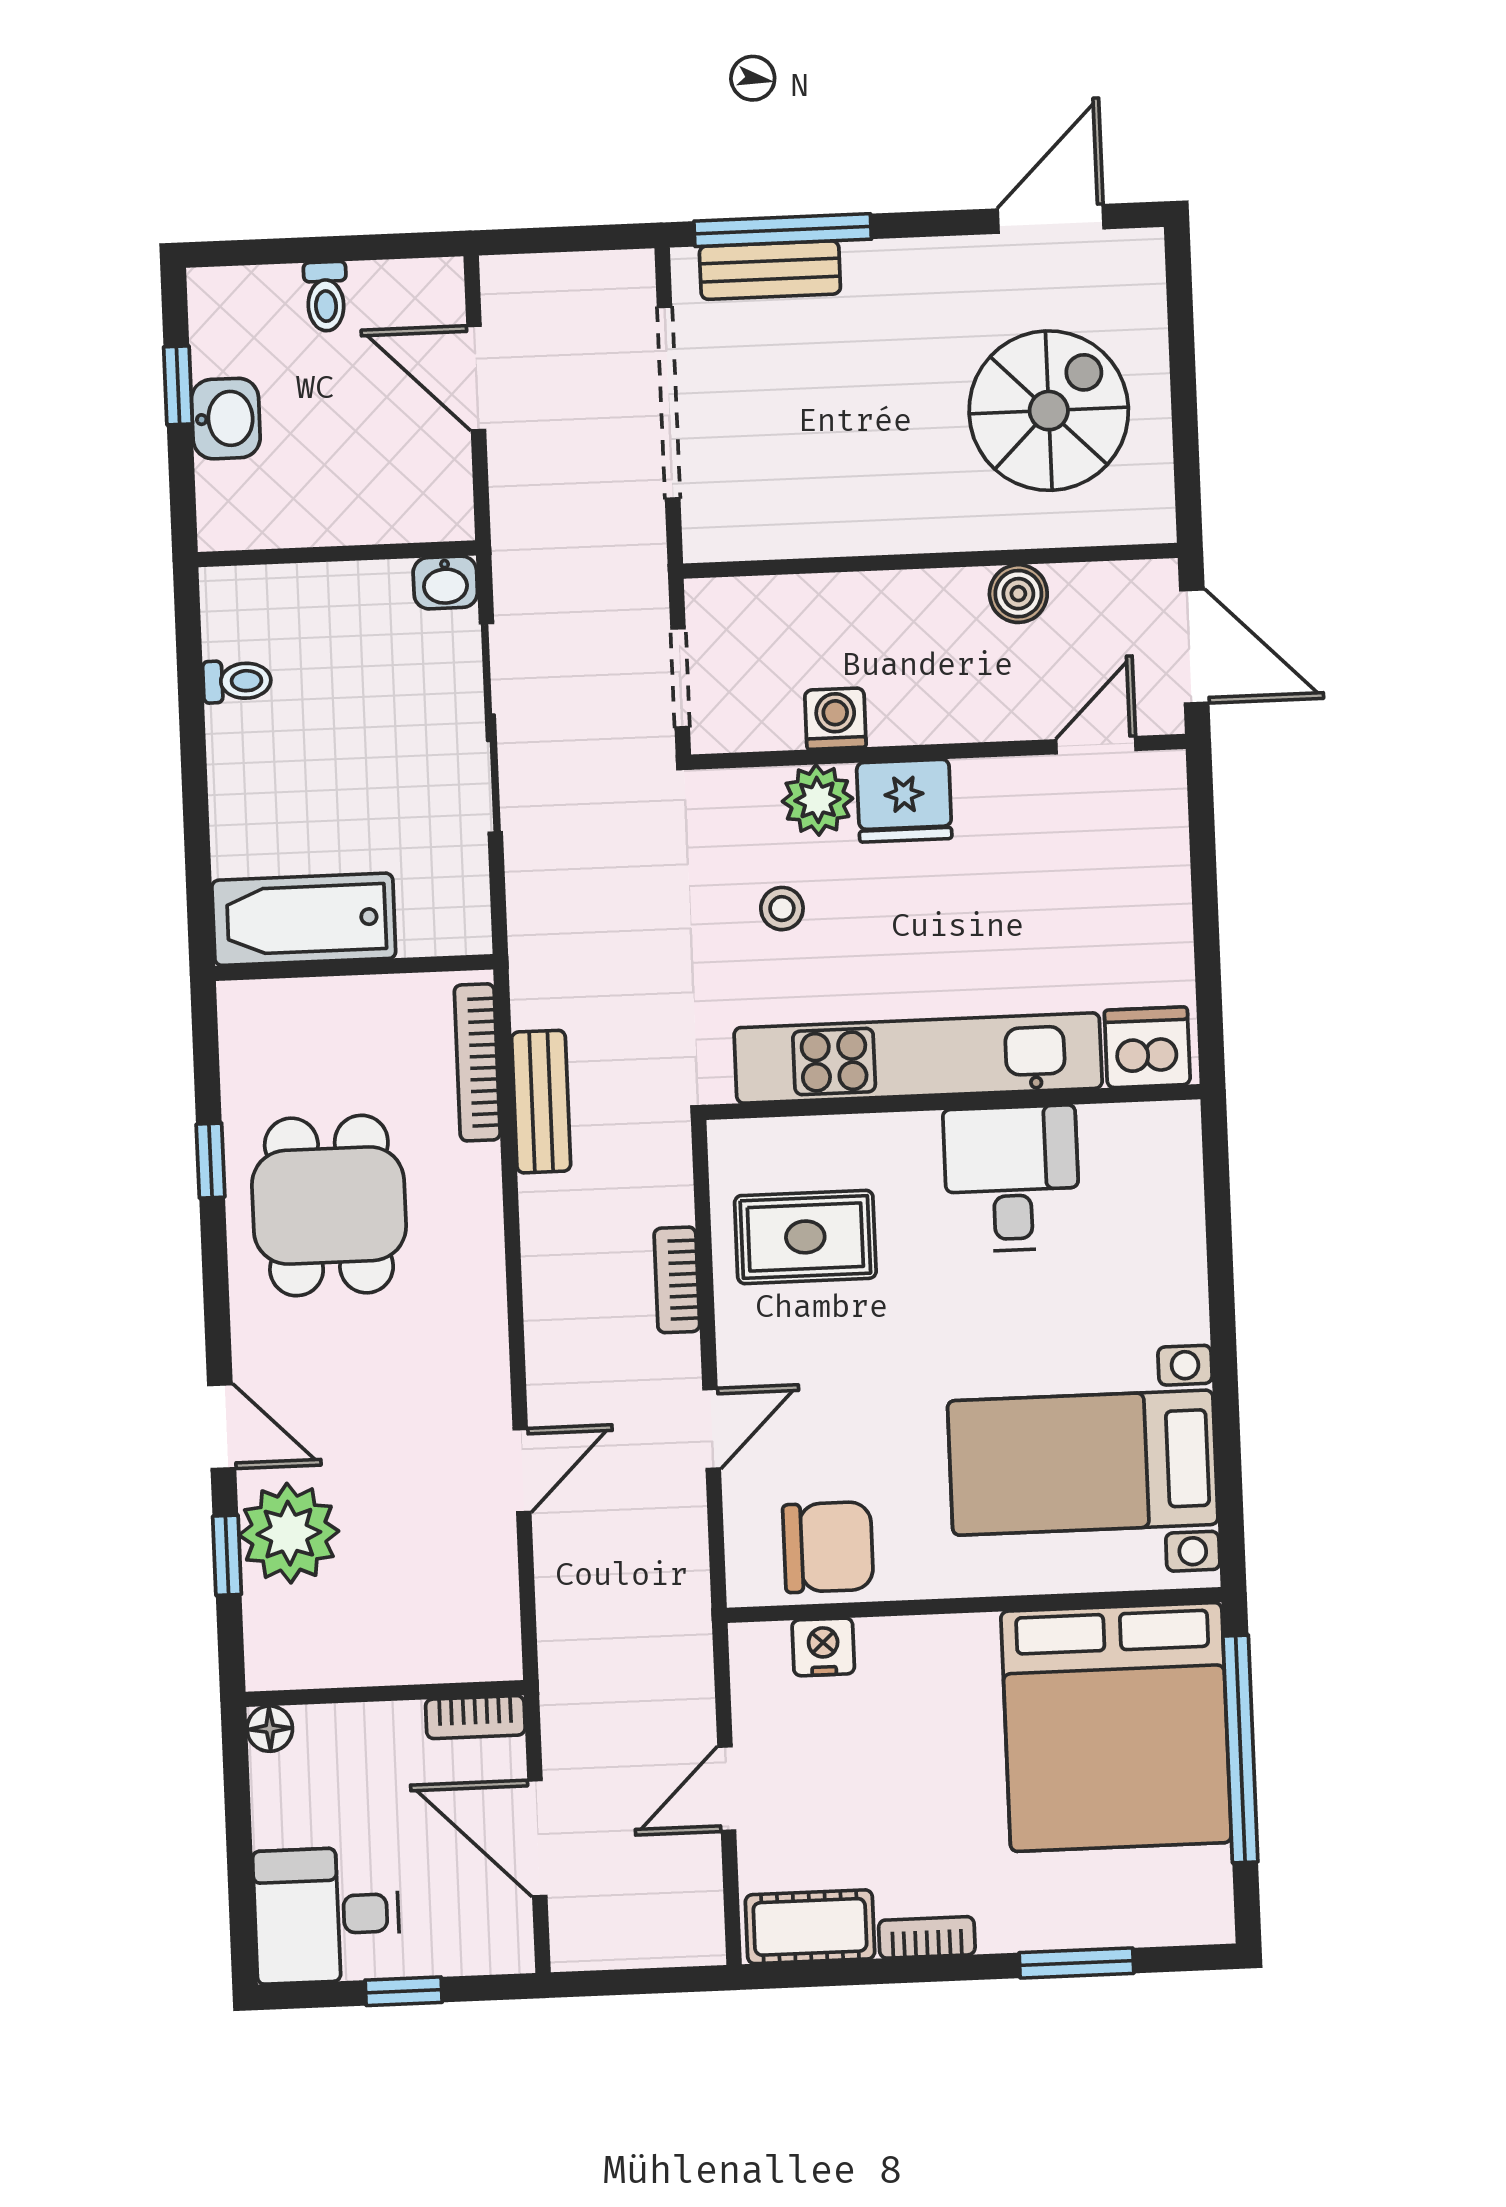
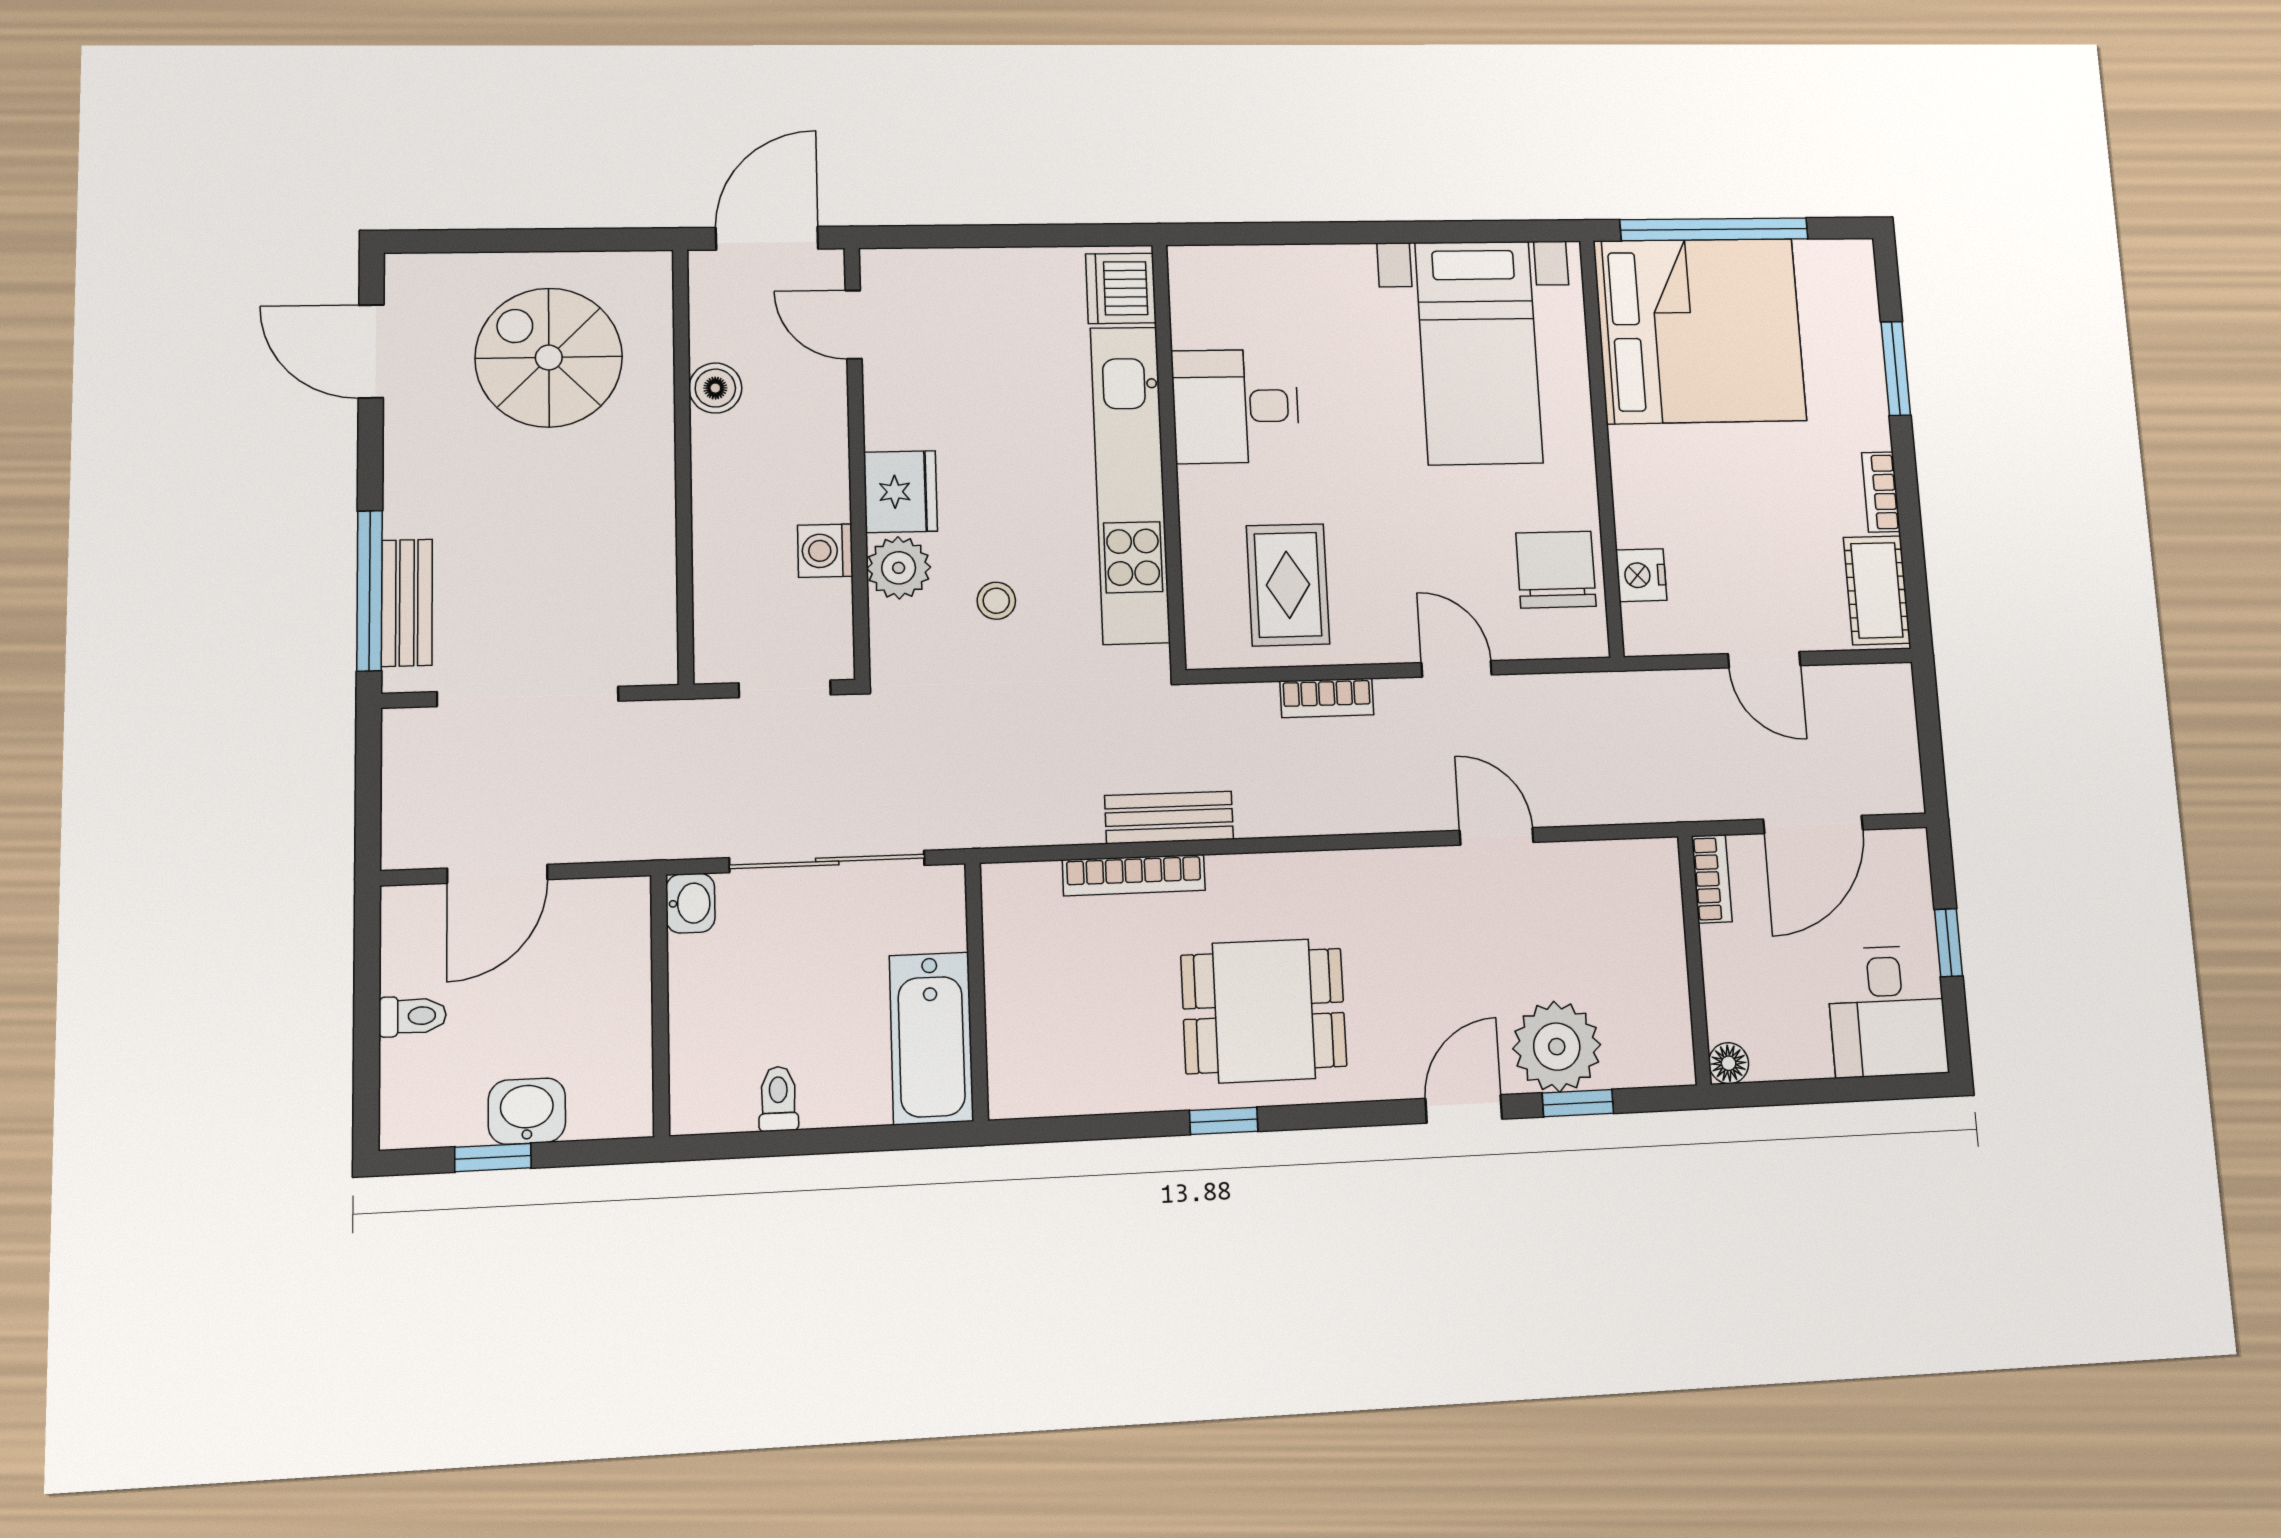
bathtub: (304, 919) -> (931, 1038), moved
wall: (354, 968) -> (977, 991), moved

